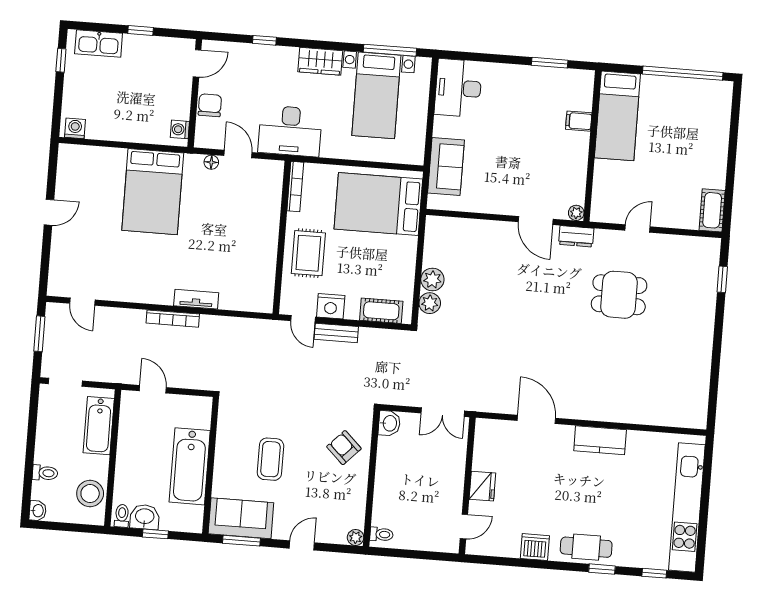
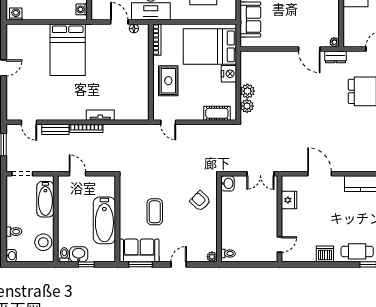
floor lamp: (211, 162) -> (134, 28), moved
nightstand: (331, 306) -> (229, 74), moved, turned -90
bench: (336, 333) -> (55, 129), moved
fridge: (482, 486) -> (289, 200), moved

